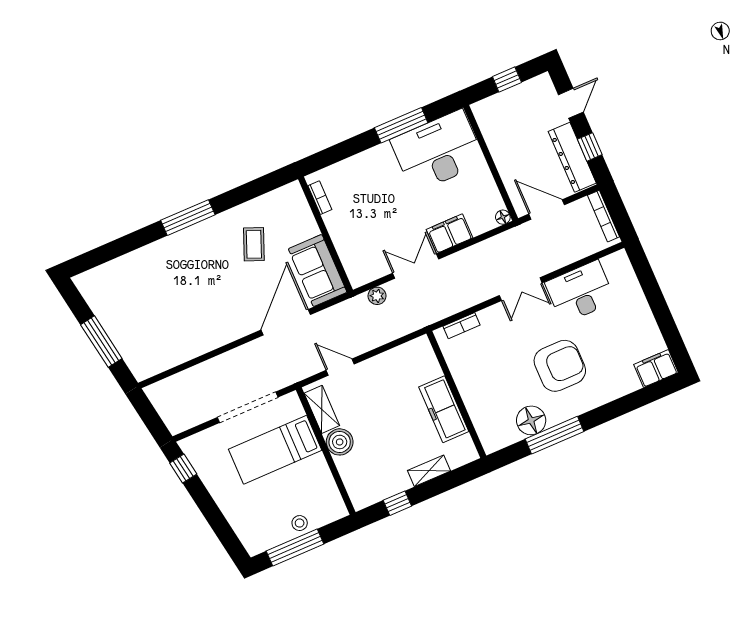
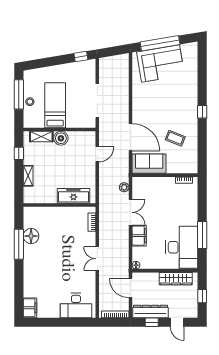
wardrobe: (496, 138) -> (176, 279), added
door: (547, 209) -> (131, 288), swing flipped
window: (188, 218) -> (202, 112), width x0.46
desk: (580, 292) -> (76, 306), moved, turned 90
corner sofa: (136, 326) -> (160, 63), added
window: (101, 342) -> (160, 43), width x1.46
armchair: (560, 366) -> (52, 262), removed
shelving: (322, 409) -> (41, 136), moved
freezer: (444, 409) -> (73, 196), moved
bed: (275, 450) -> (55, 105), moved

